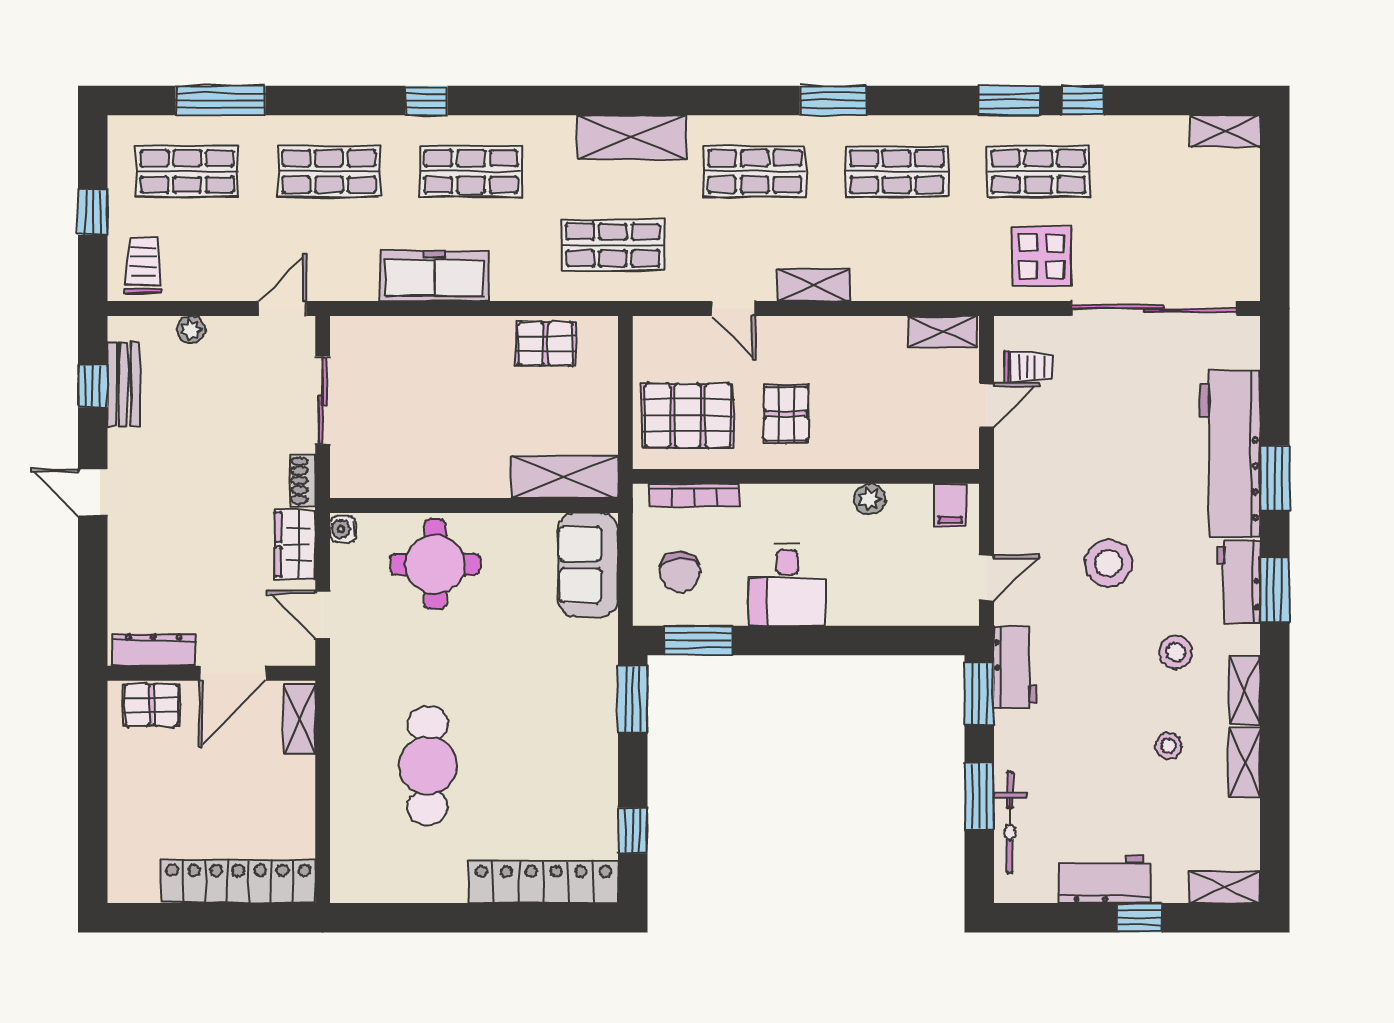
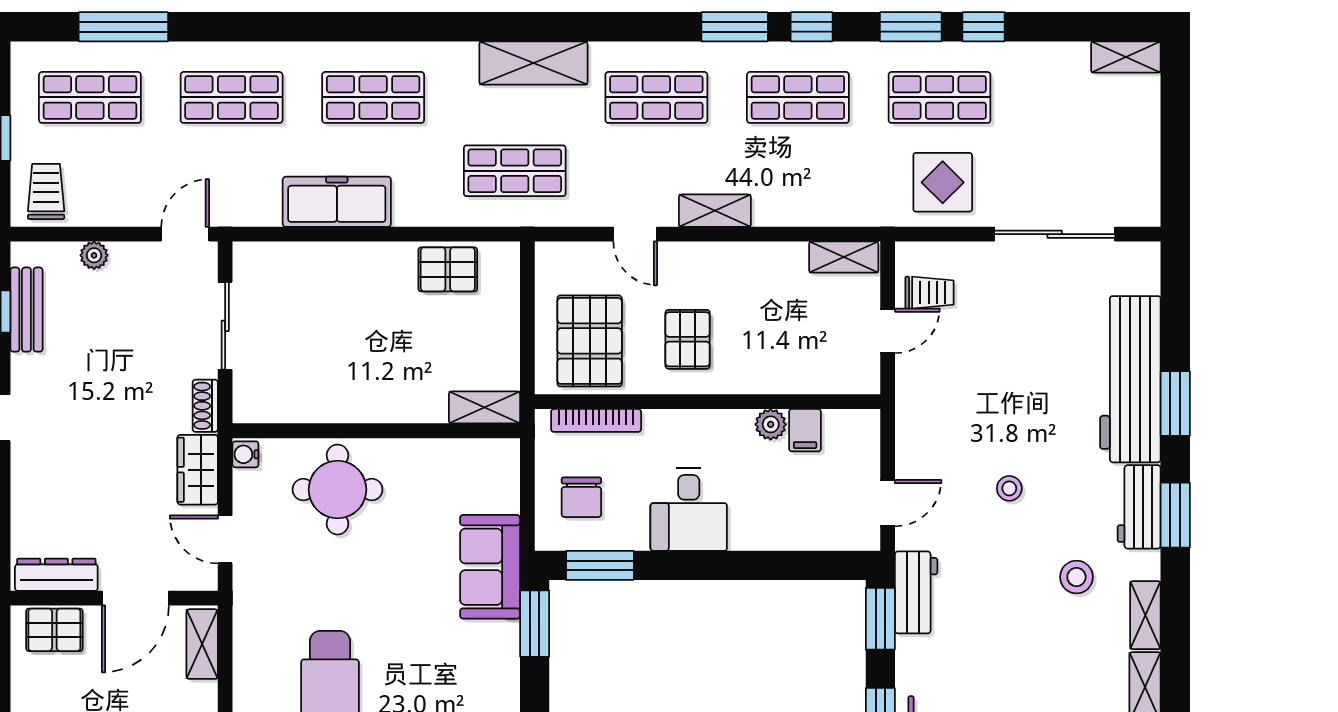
window: (426, 101) -> (812, 27), moved
sliding door: (1154, 309) -> (1055, 234), width x0.73
pallet: (688, 415) -> (590, 341), turned 90
shelving: (565, 477) -> (484, 407), width x0.67, depth x0.75
filing cabinet: (950, 505) -> (805, 430), moved
stool: (1108, 563) -> (1009, 488), width x0.53, depth x0.53
sofa: (588, 565) -> (490, 567), moved
stool: (1168, 746) -> (1069, 671), removed

